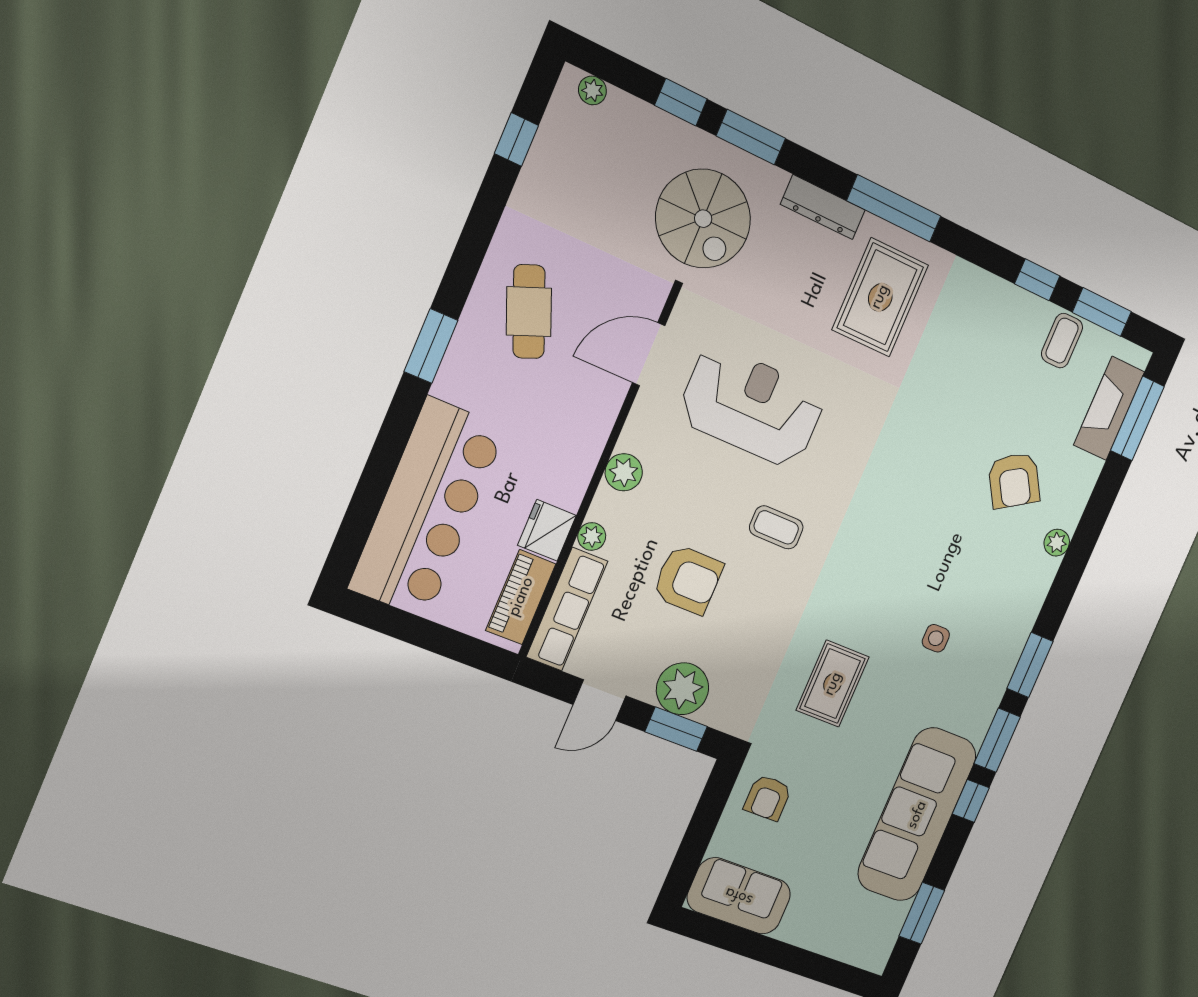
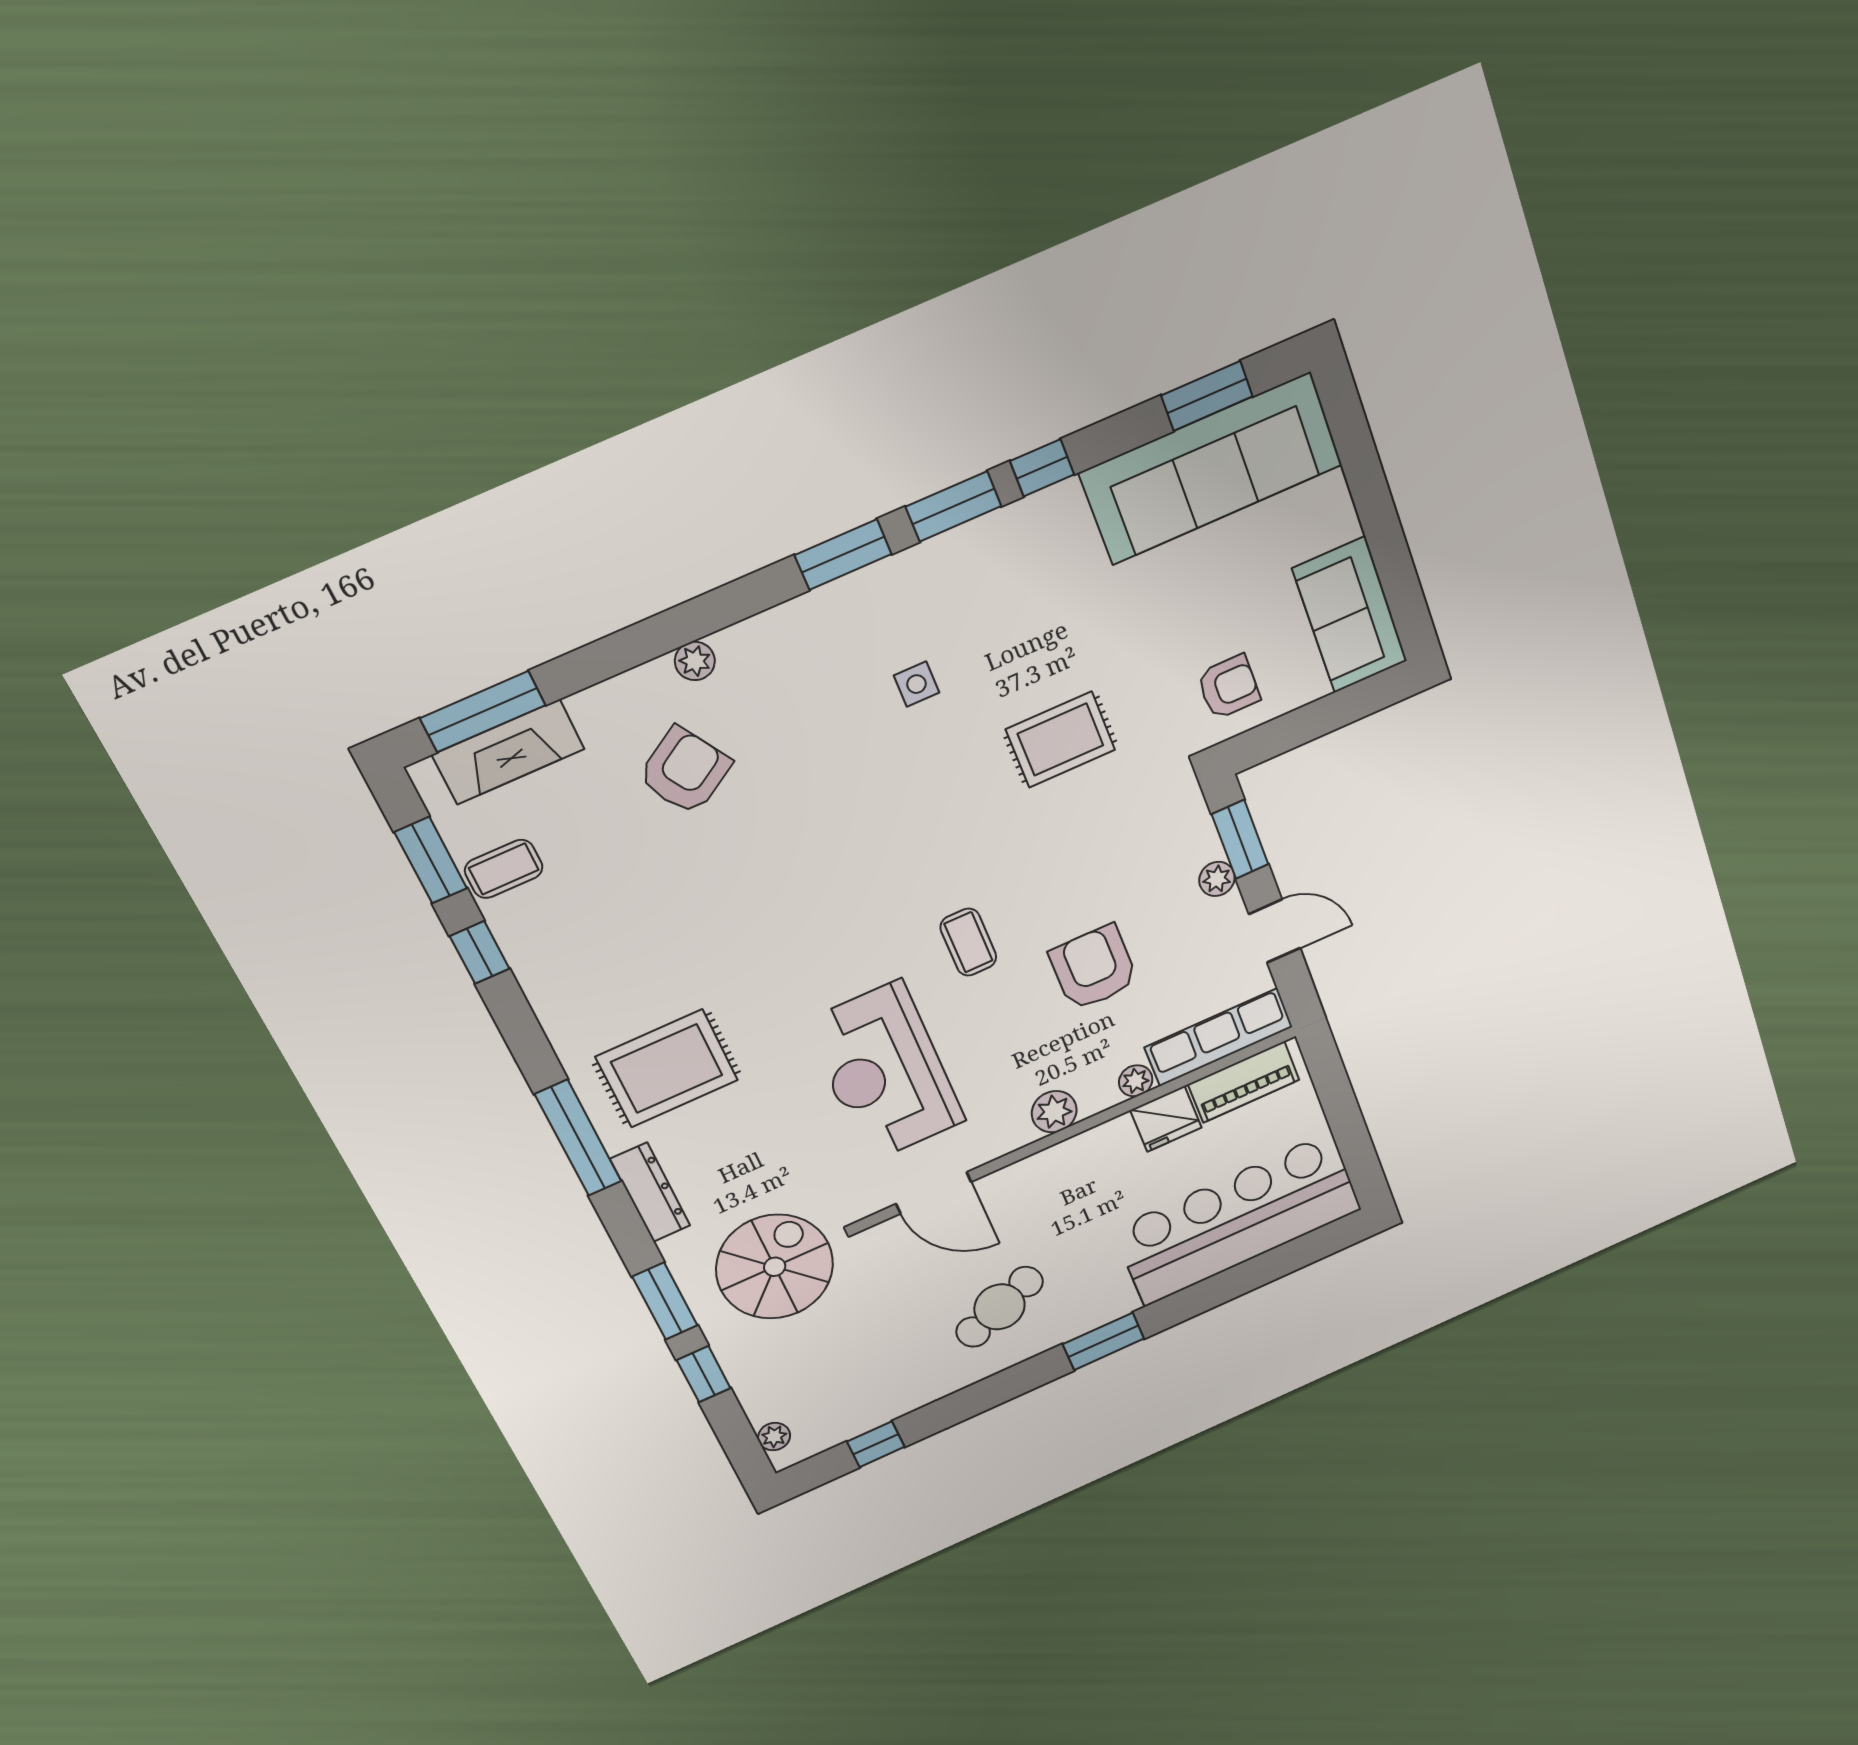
plant: (683, 689) -> (1217, 879), width x0.53, depth x0.53
sofa: (917, 815) -> (1211, 469), moved

